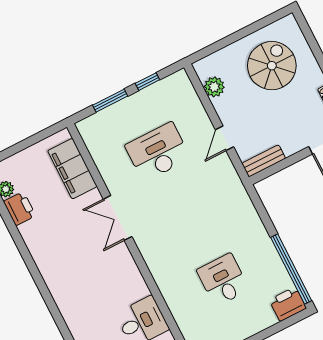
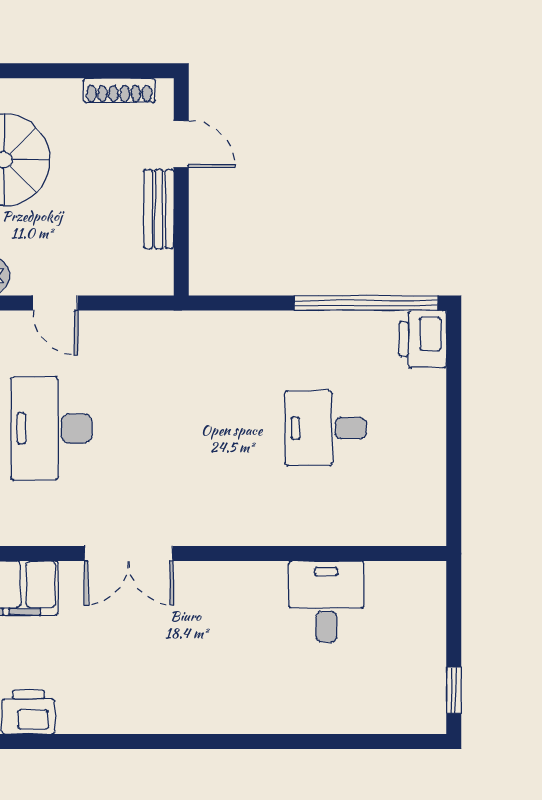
door: (225, 138) -> (55, 303), moved
bench: (264, 161) -> (159, 209), moved

